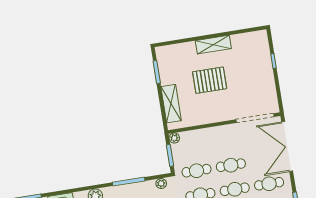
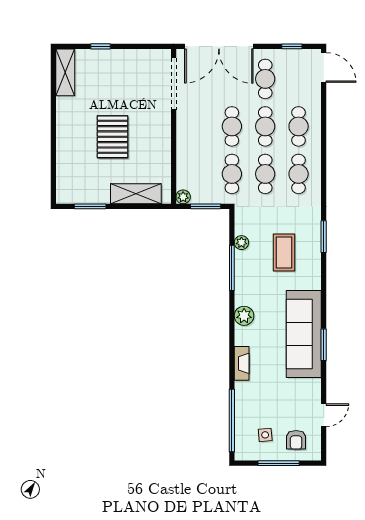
shelving: (213, 45) -> (65, 72), moved
plant: (161, 183) -> (241, 243), moved

